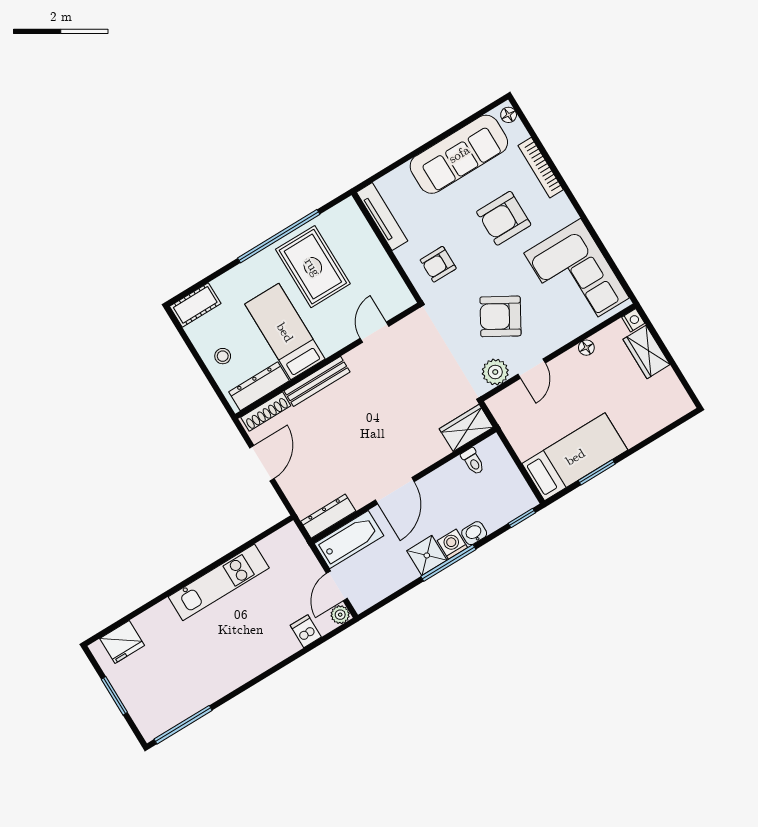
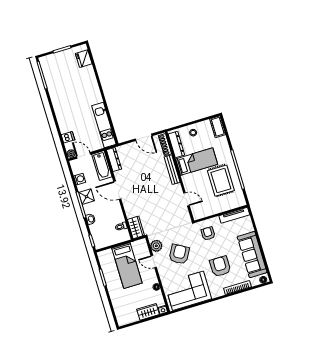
rug: (313, 267) -> (221, 181), turned 90
bed: (575, 457) -> (127, 265), moved
washing machine: (452, 544) -> (80, 179), moved
kitchen unit: (219, 582) -> (104, 125), moved

